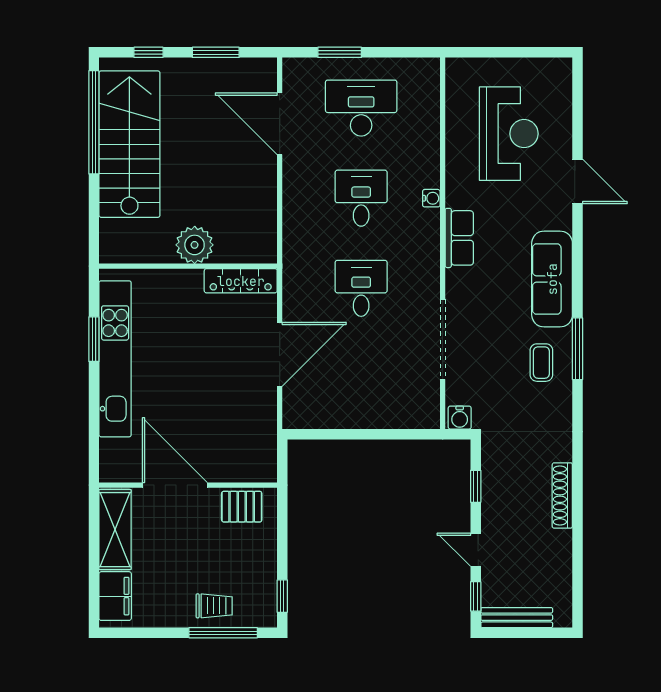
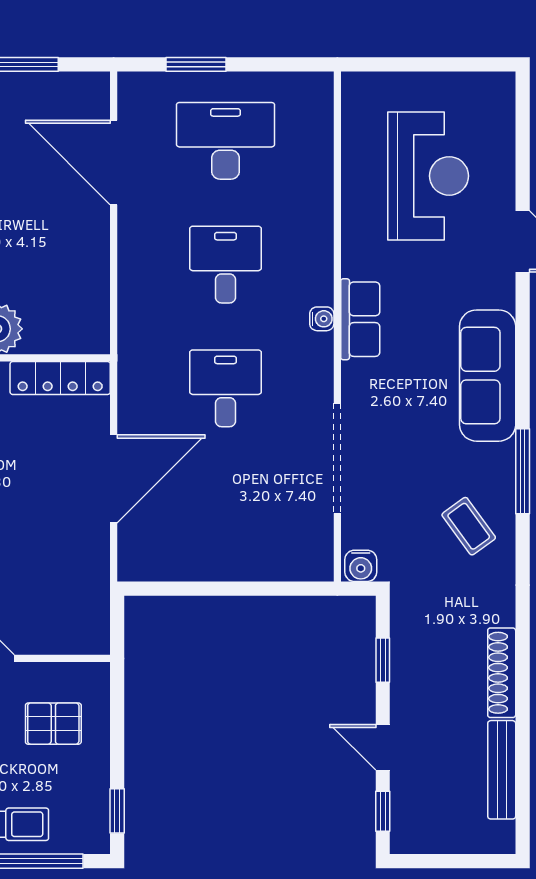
water cooler: (431, 198) -> (322, 319), moved
coffee table: (541, 363) -> (469, 526), moved, turned -36
pallet: (242, 507) -> (53, 724), moved
bench: (517, 618) -> (502, 770), moved, turned 90

